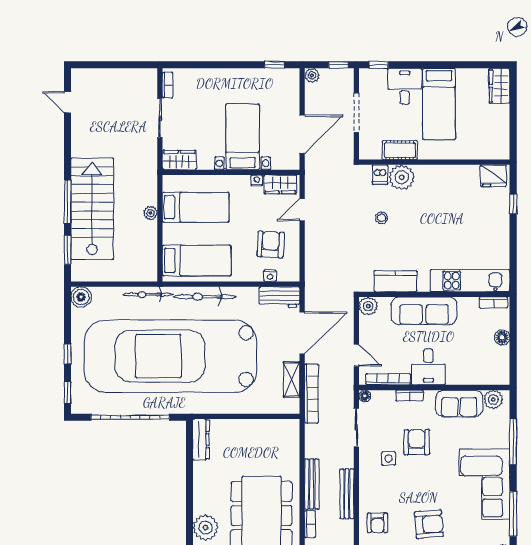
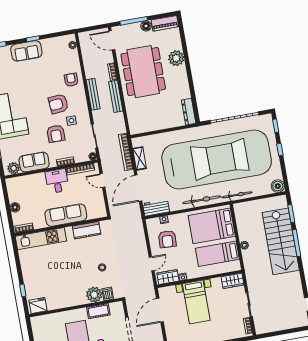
bed: (197, 261) -> (212, 226), width x1.50
plant: (368, 306) -> (101, 212), removed
armchair: (429, 524) -> (58, 104), moved

